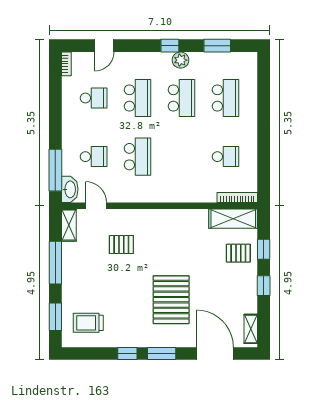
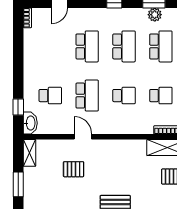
plant: (181, 60) -> (155, 15), moved
school desk: (94, 98) -> (124, 96), moved
window: (55, 170) -> (18, 107), width x0.46
door: (96, 206) -> (83, 137), moved
window: (55, 263) -> (18, 184), width x0.69

